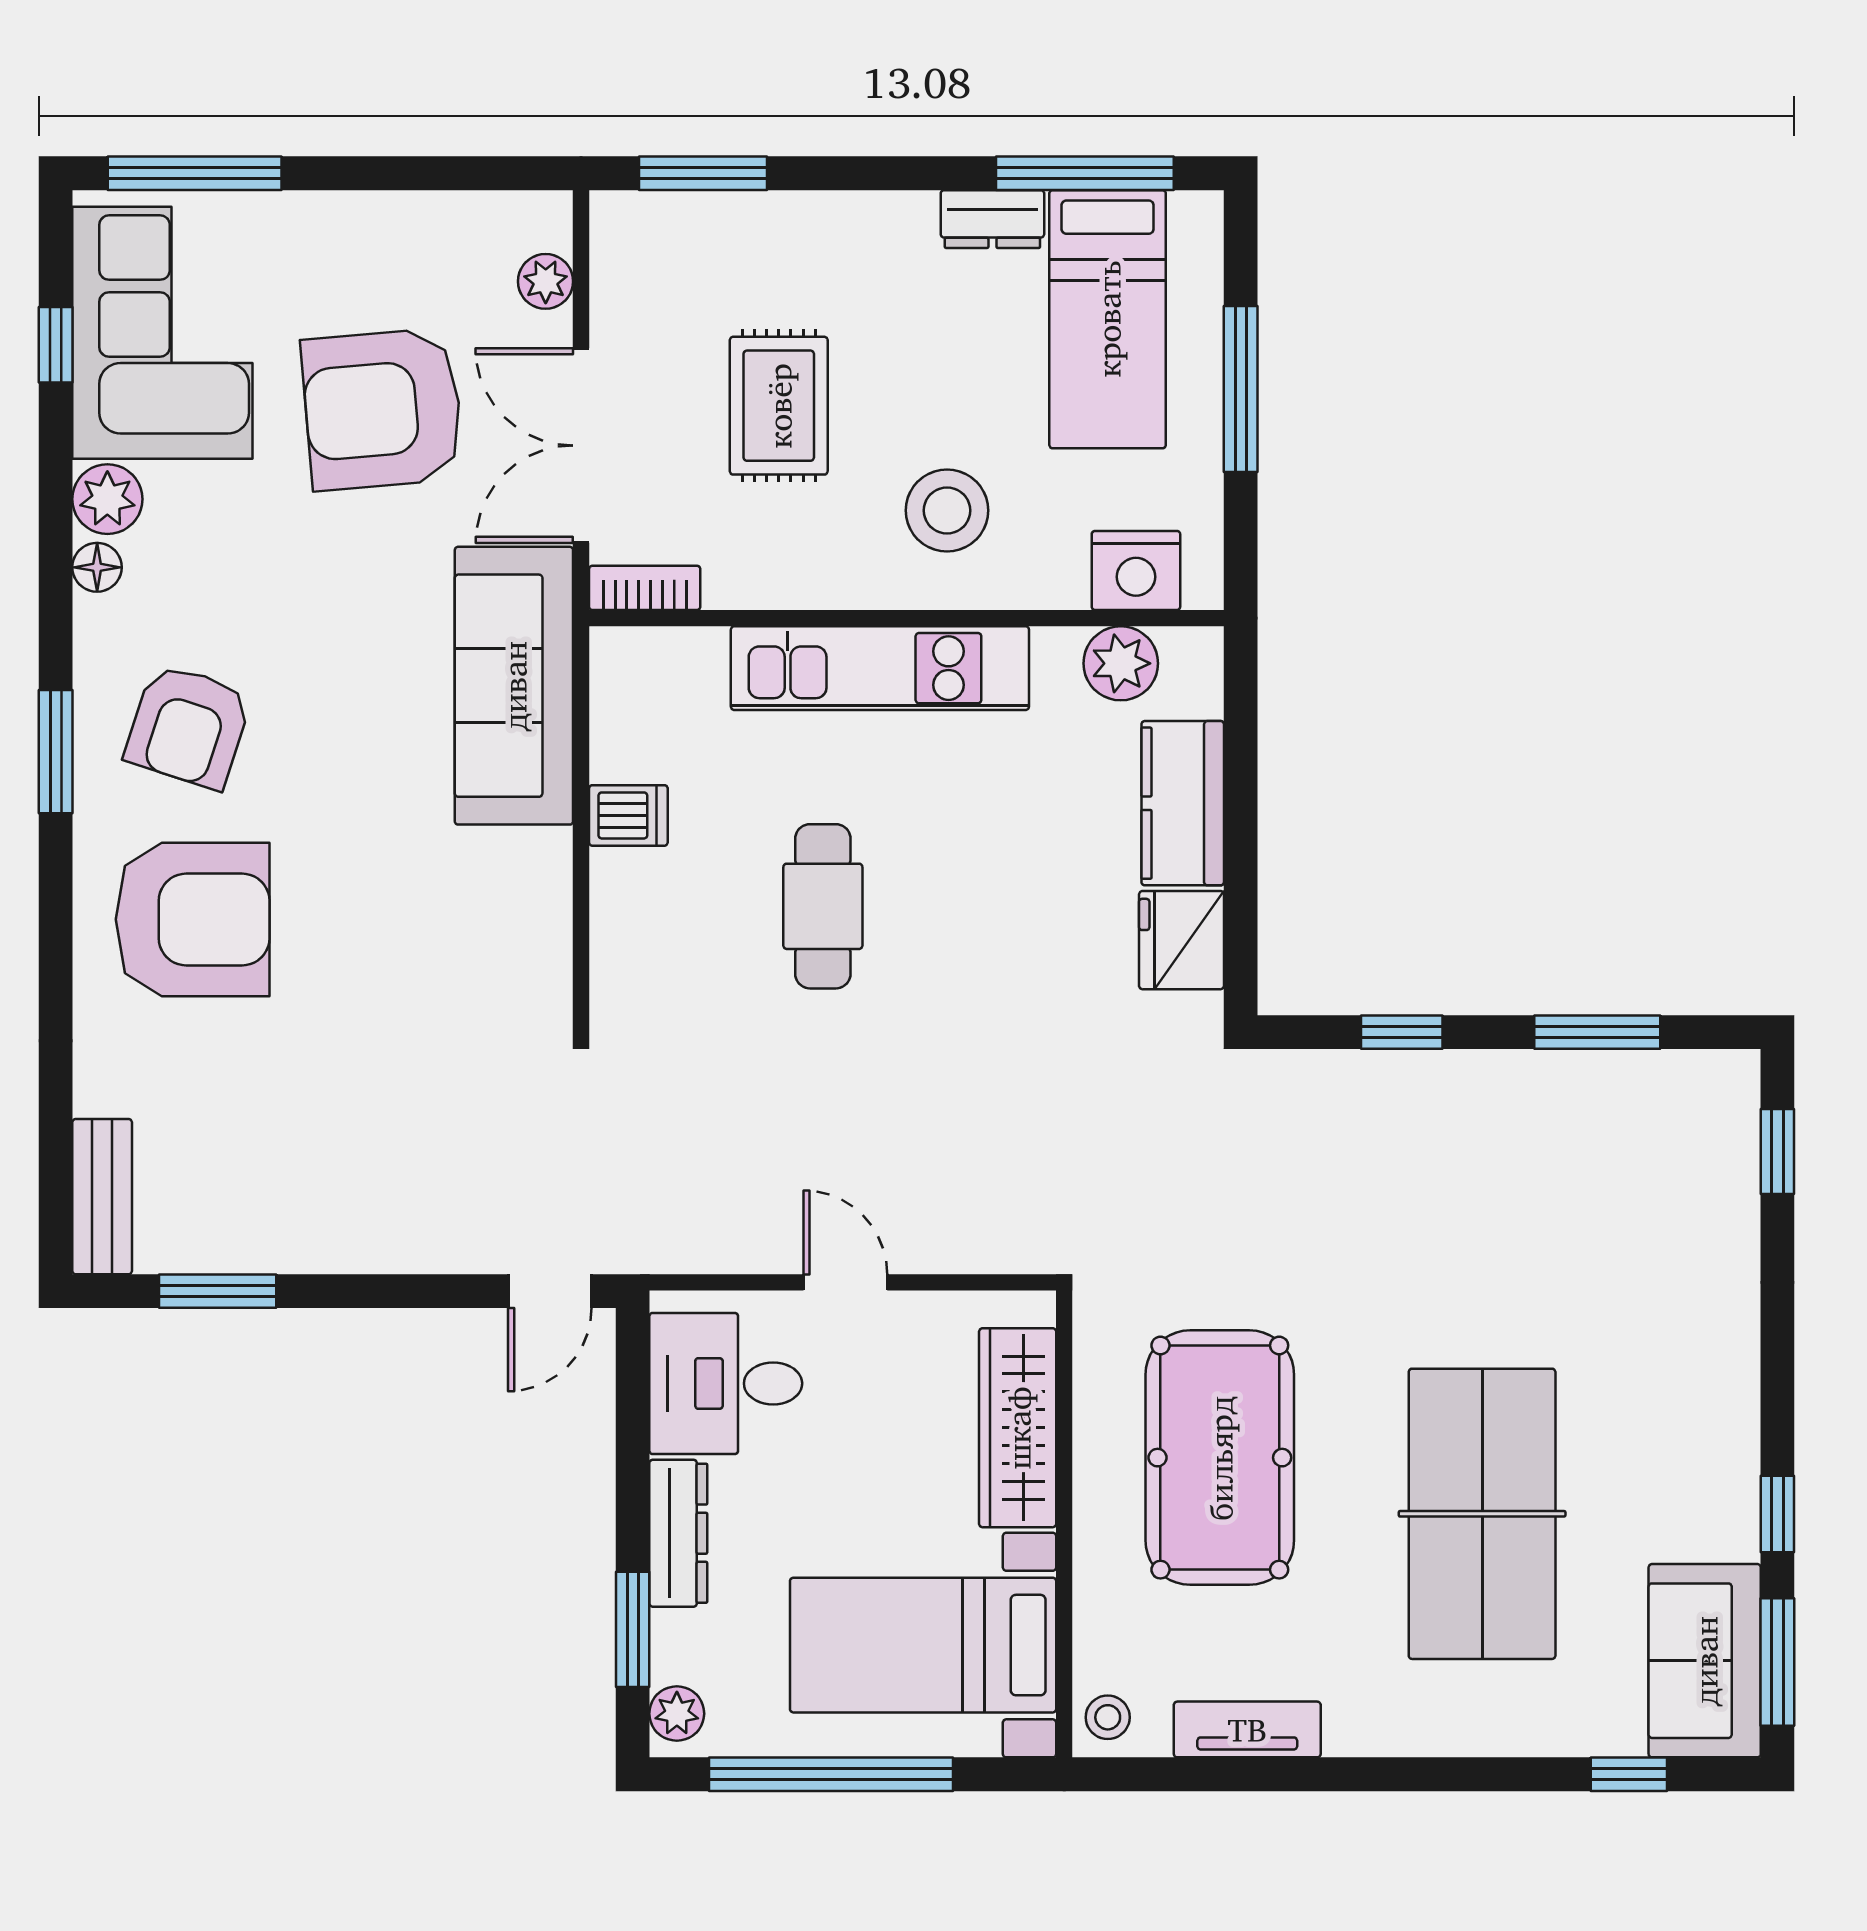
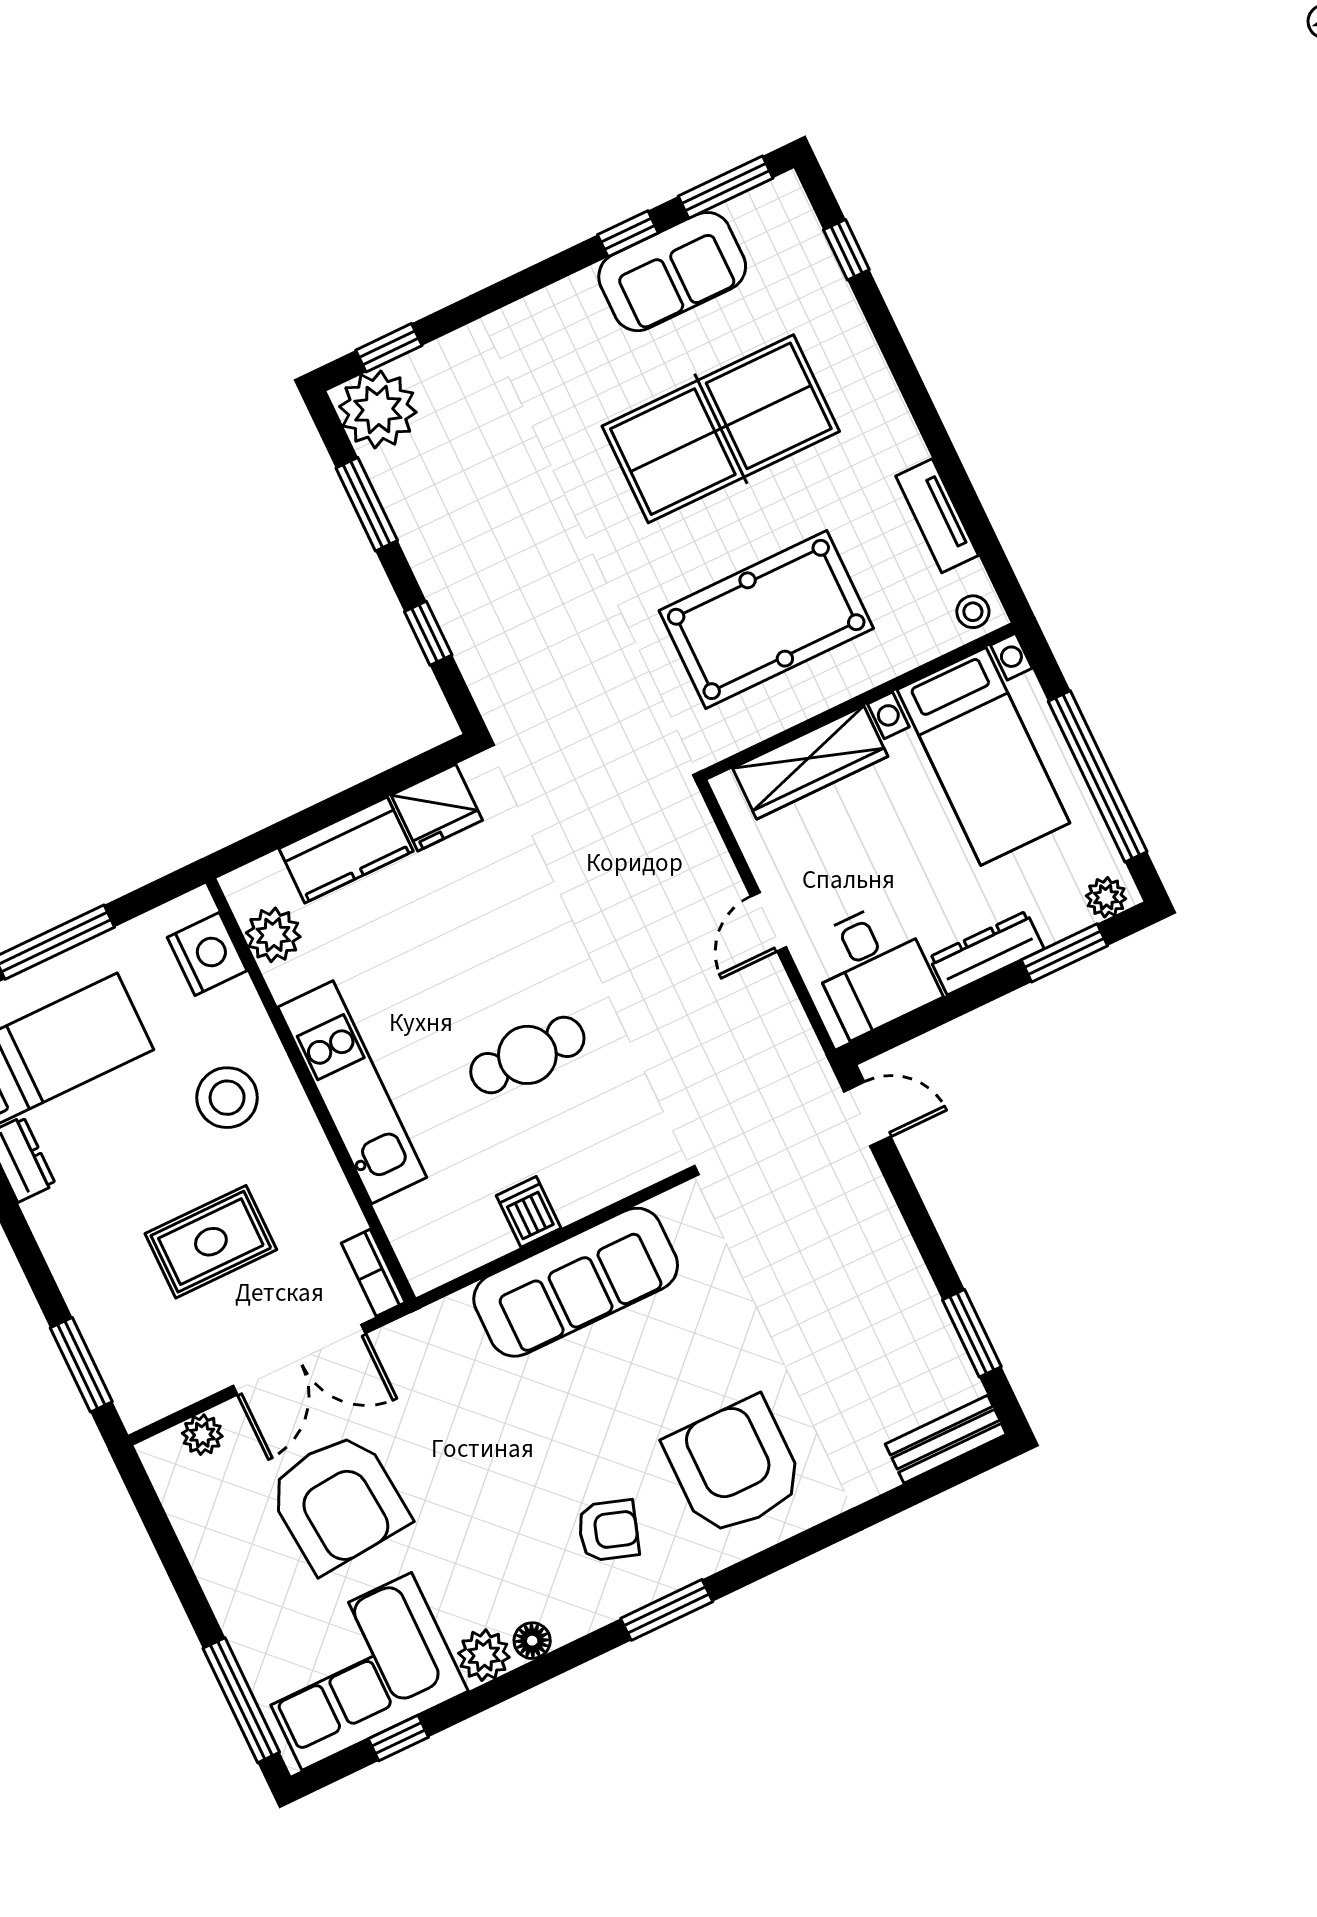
sofa: (514, 686) -> (576, 1282), moved
armchair: (188, 726) -> (608, 1530), width x0.72, depth x0.72
plant: (1708, 1102) -> (378, 409), added
sofa: (1705, 1661) -> (672, 272), moved

